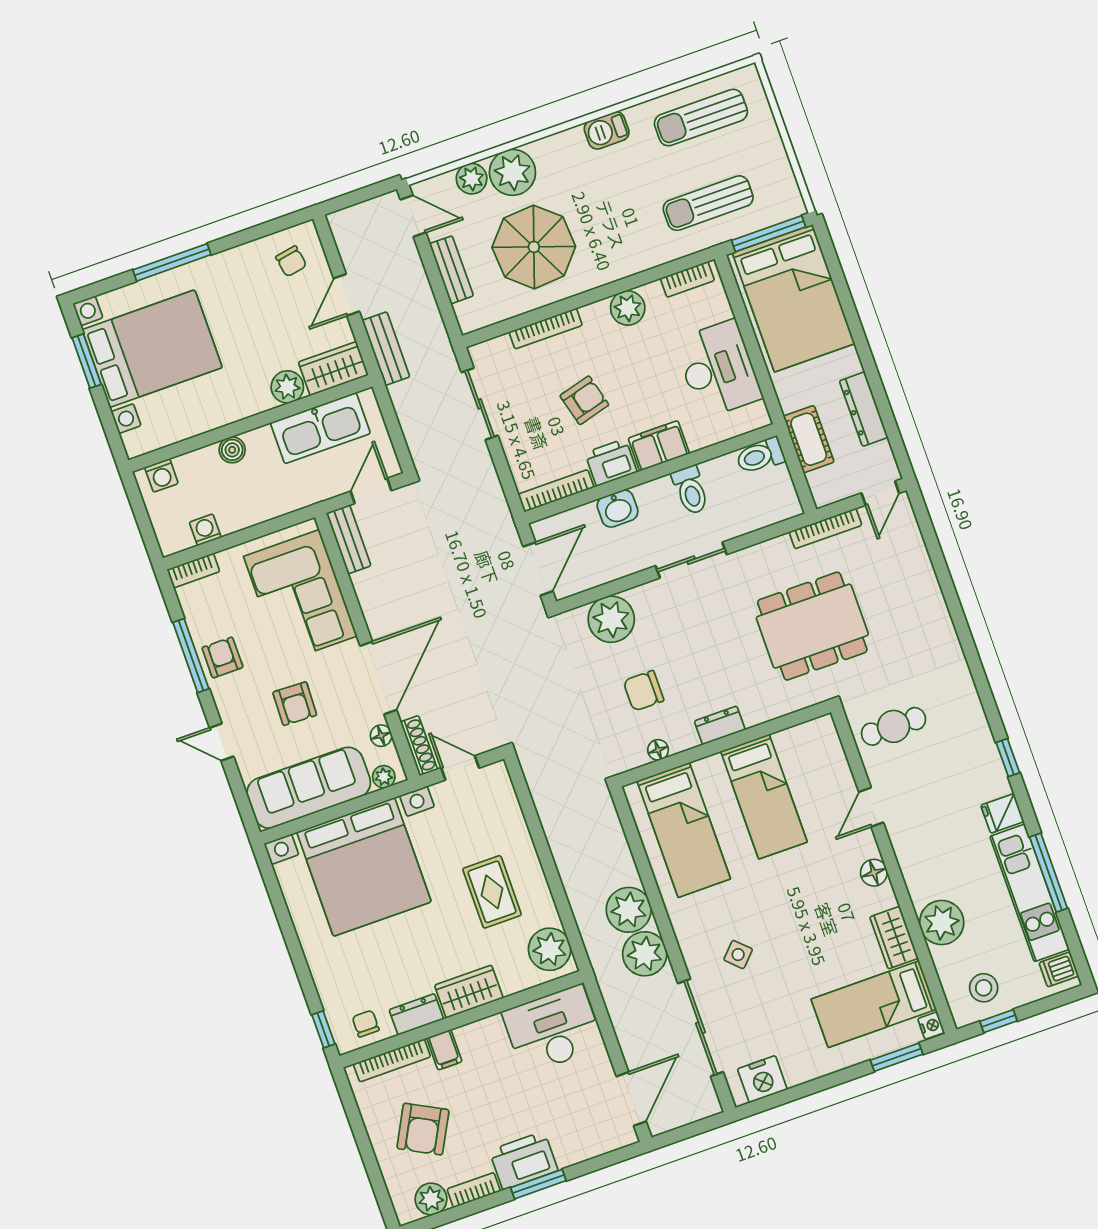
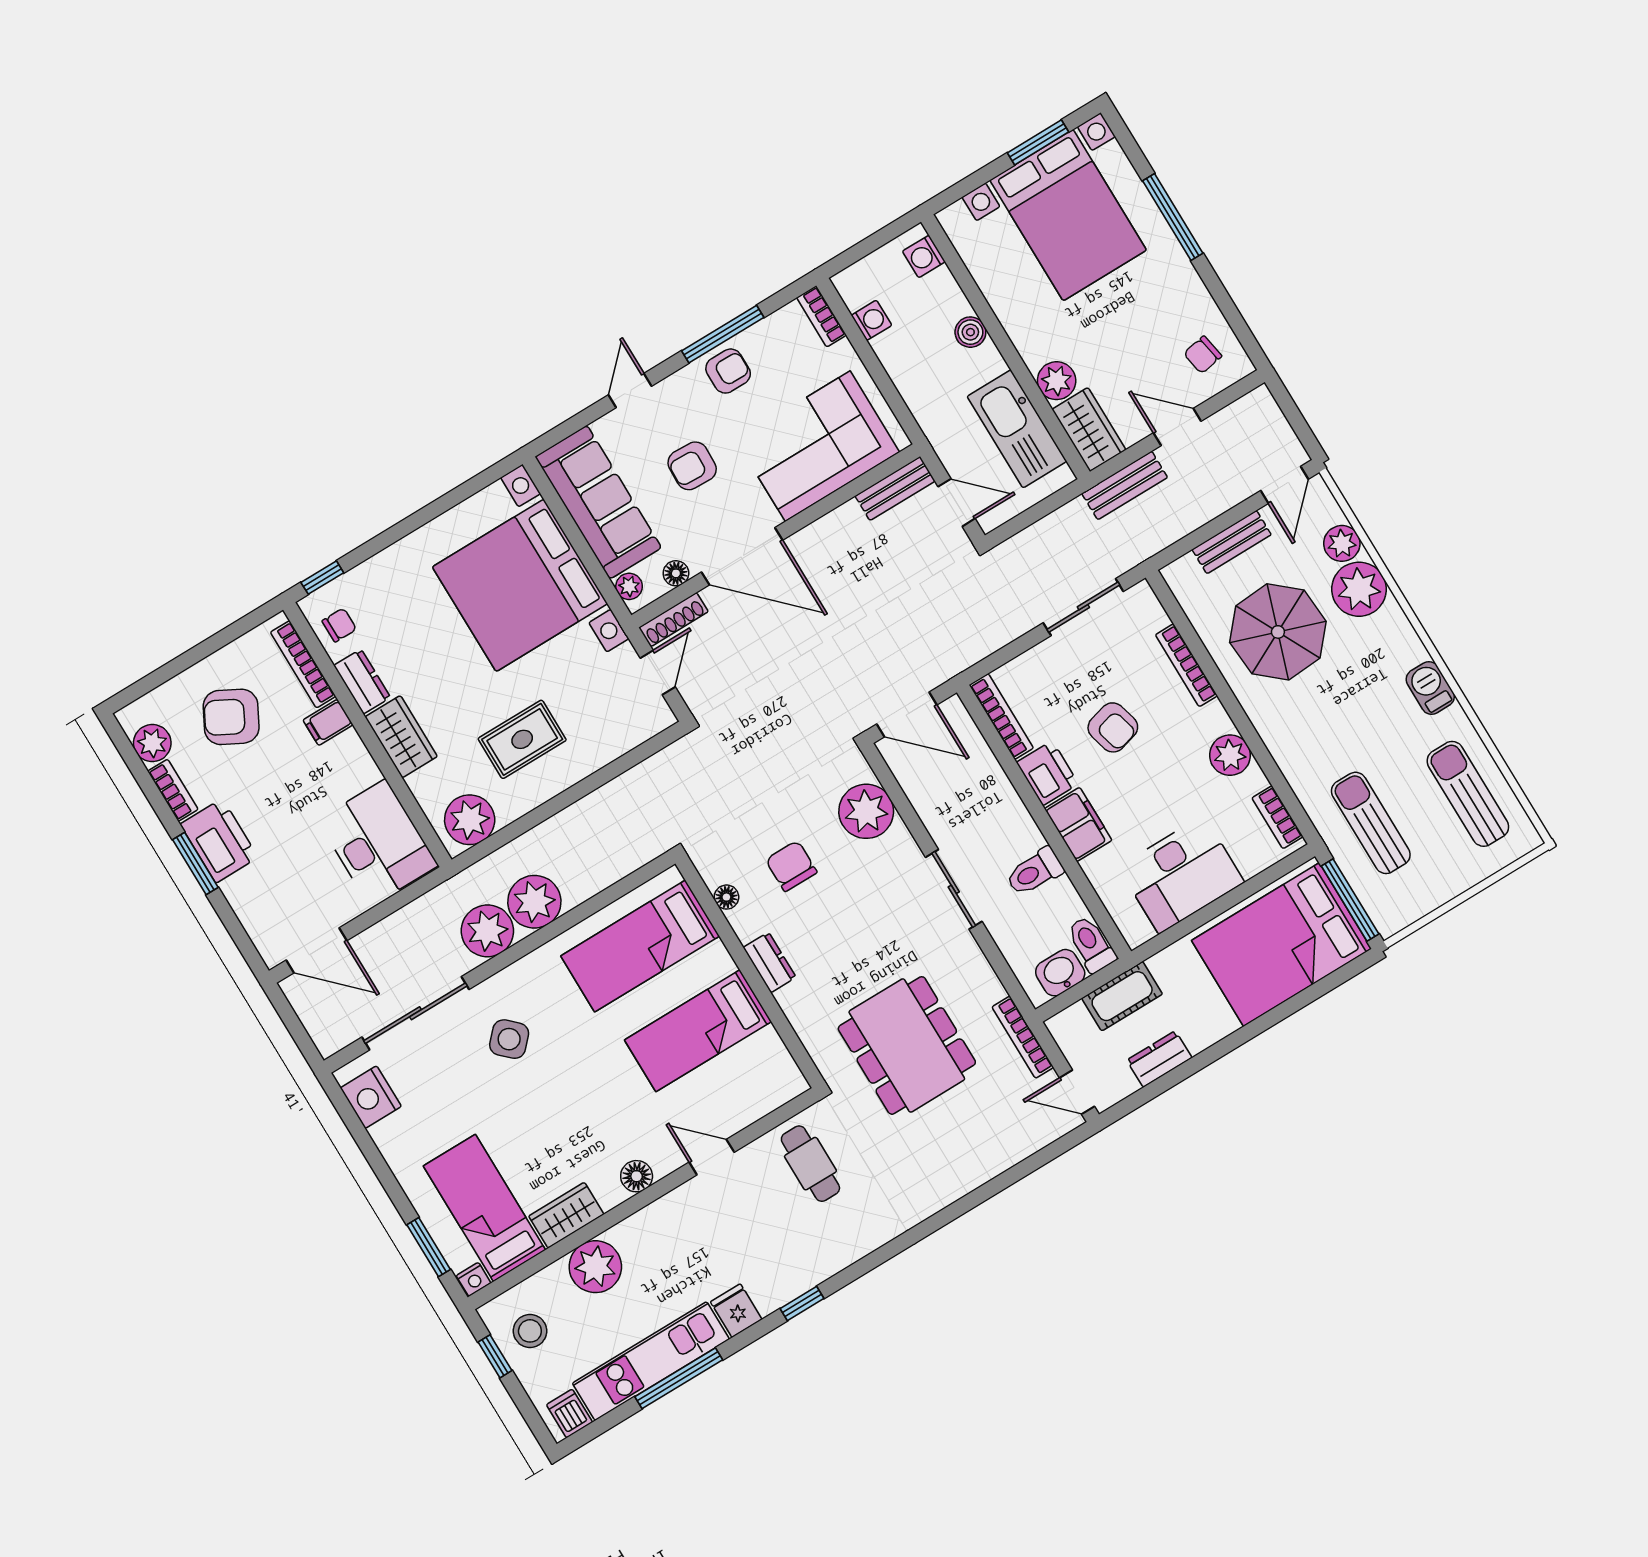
dresser: (864, 409) -> (1159, 1059), width x0.70
washbasin: (618, 509) -> (1060, 973), moved, turned 90
side table: (738, 955) -> (509, 1039), width x1.37, depth x1.37

